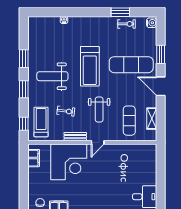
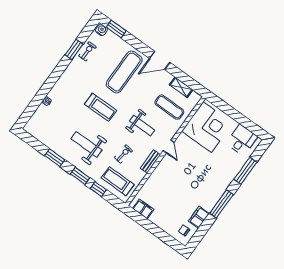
window: (161, 54) -> (116, 29), moved
treadmill: (90, 66) -> (101, 107), width x0.73, depth x0.73
weight bench: (52, 76) -> (86, 144), turned 90
window: (24, 124) -> (98, 189), moved
corner desk: (69, 162) -> (207, 127), moved

